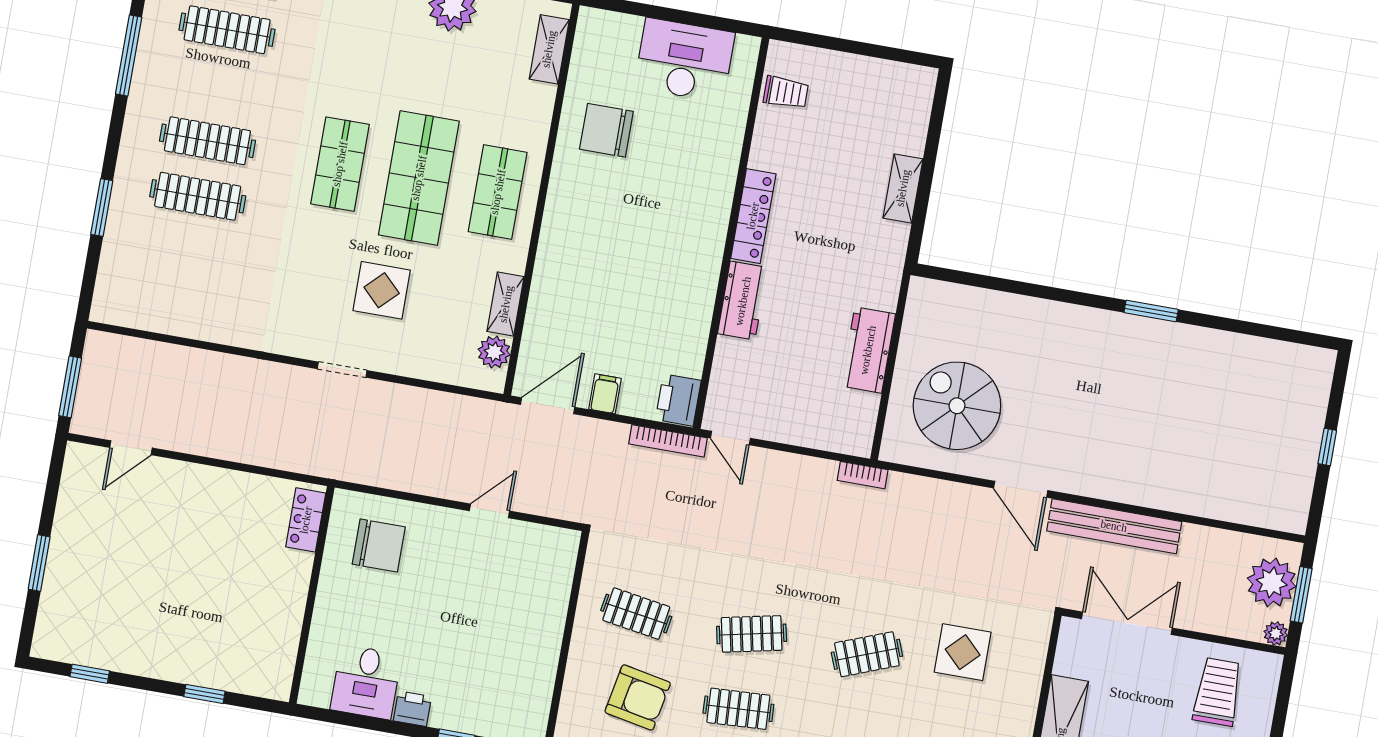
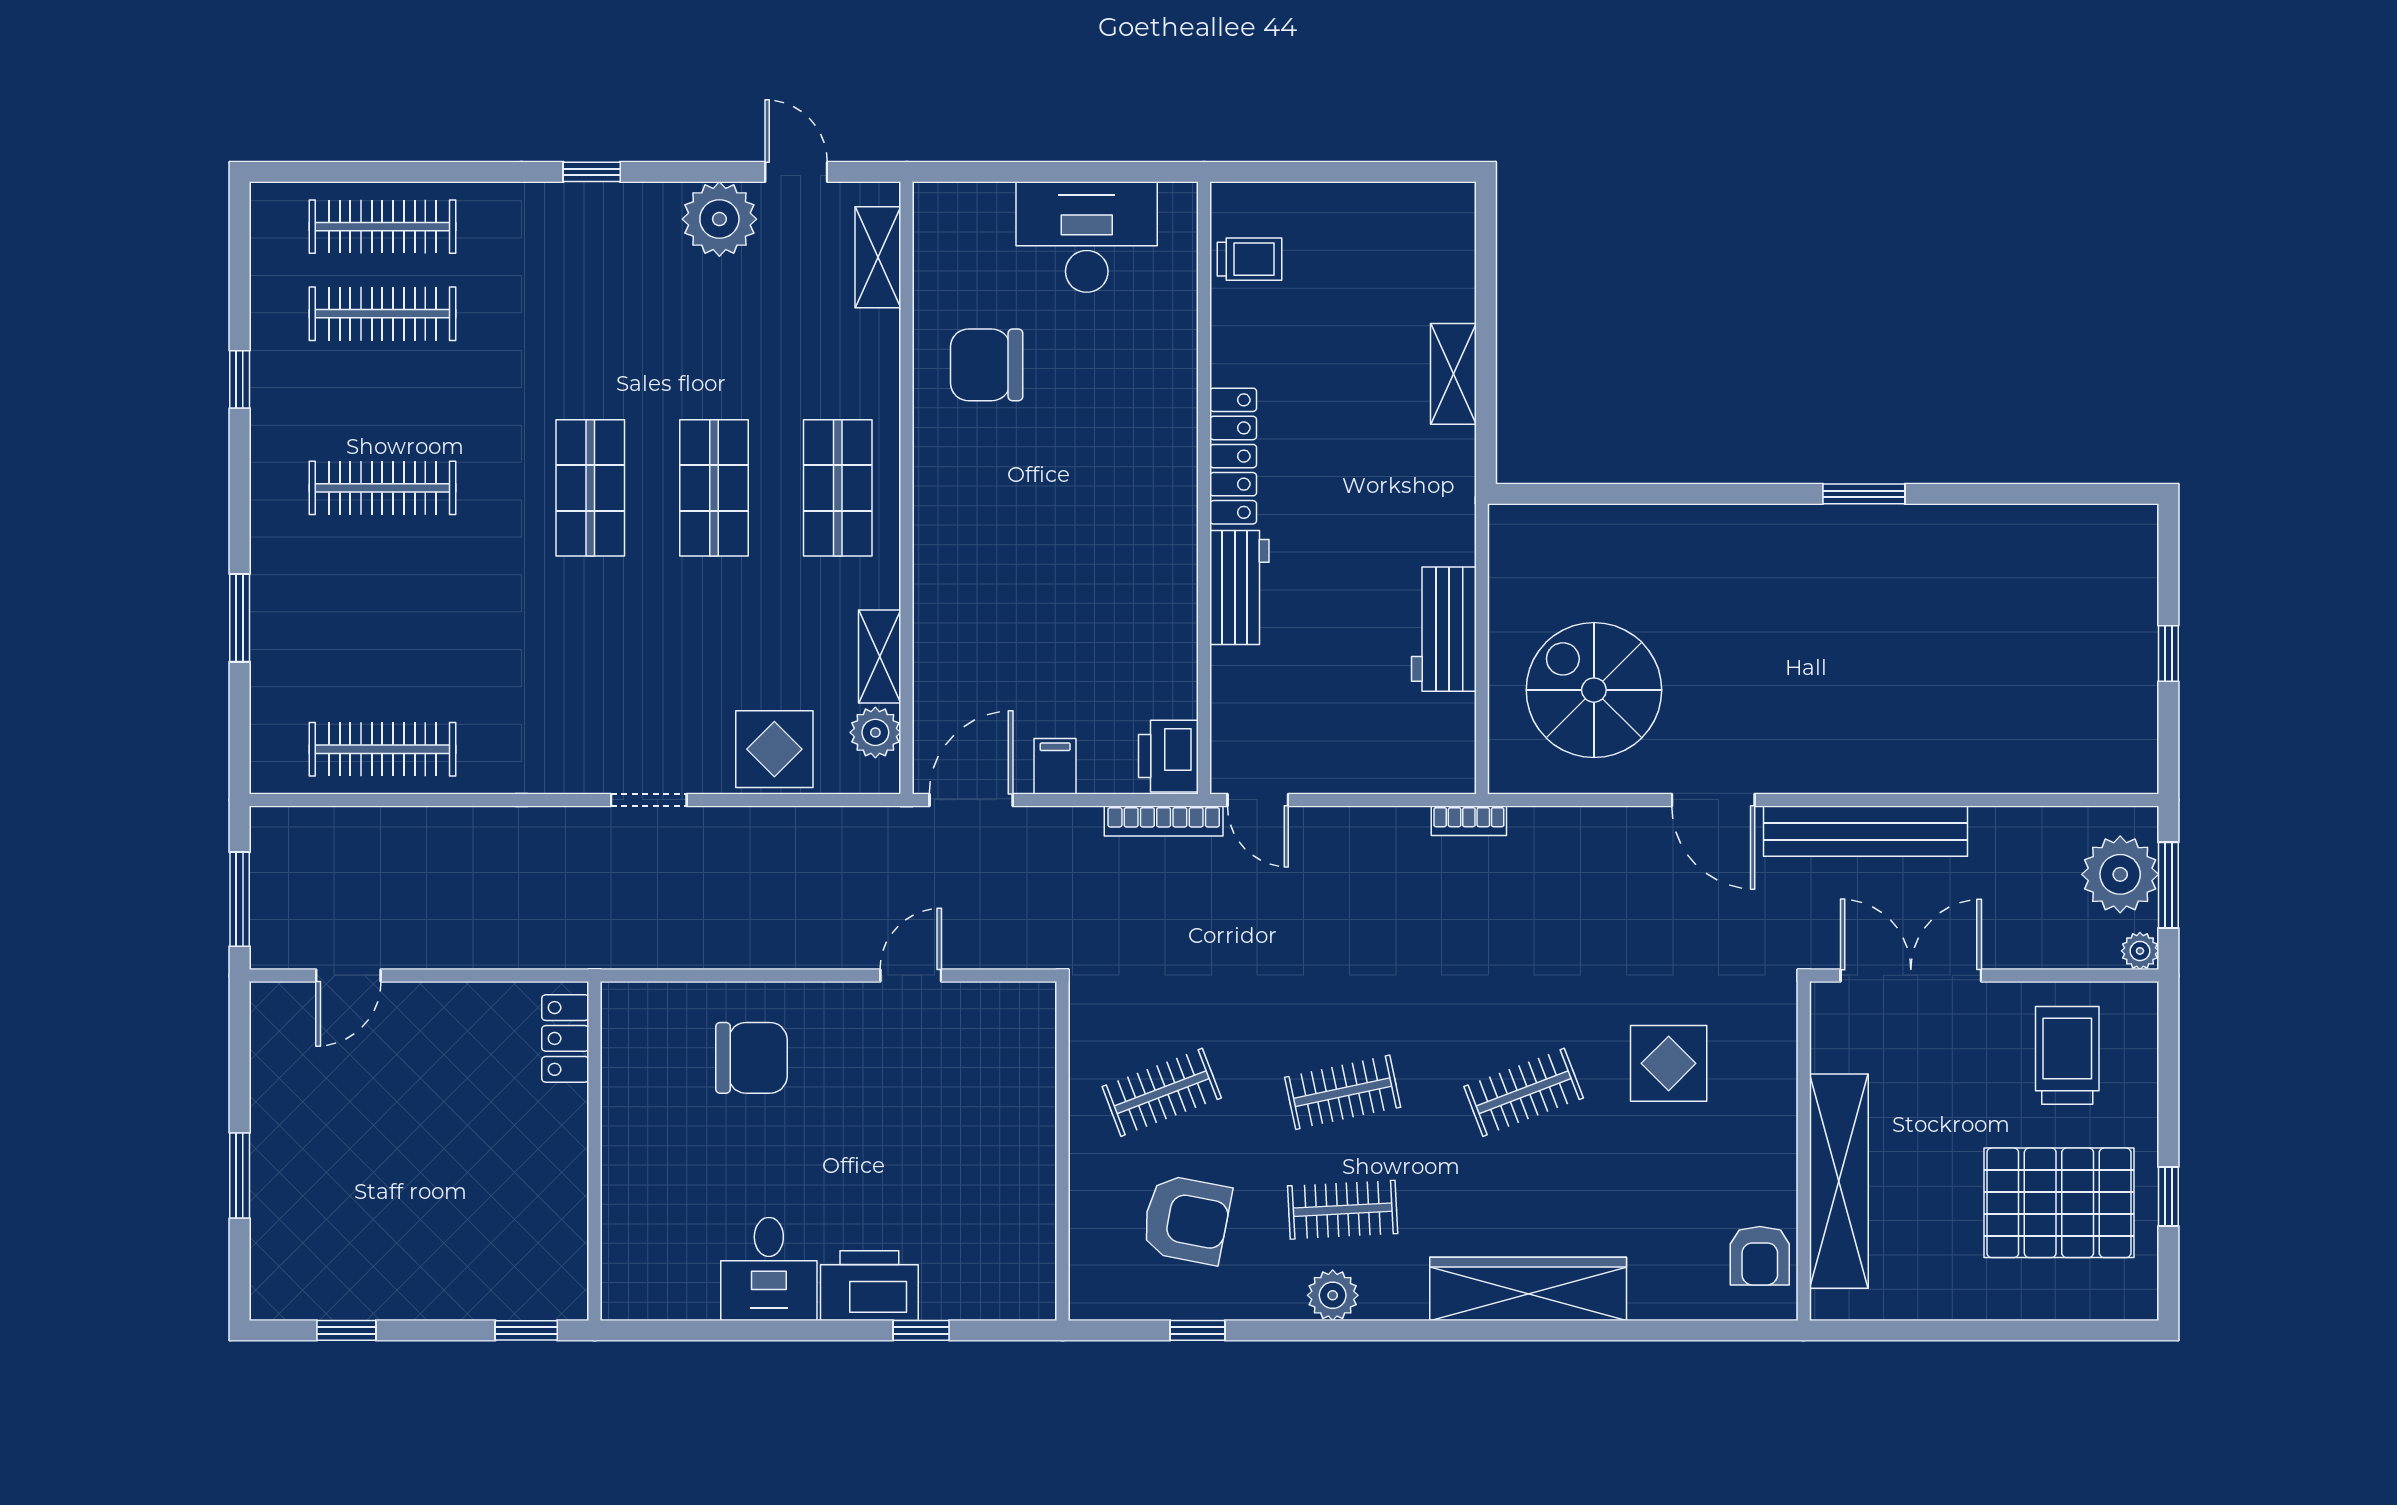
window: (129, 56) -> (240, 379), width x0.46
shop shelf: (419, 178) -> (714, 488), width x0.70, depth x0.74
clothes rail: (198, 196) -> (382, 749), moved
display table: (382, 290) -> (774, 749), moved
locker: (306, 520) -> (565, 1038), moved
wall: (312, 595) -> (595, 1151), moved
clothes rail: (636, 614) -> (1162, 1092), turned -30
printer: (412, 709) -> (869, 1286), width x1.87, depth x1.48

